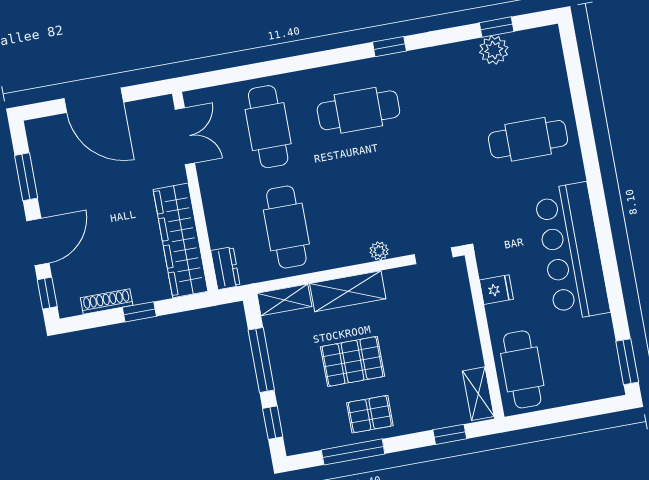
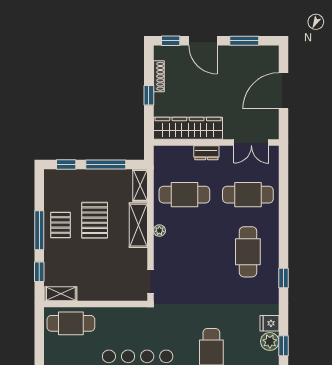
plant: (379, 251) -> (159, 231), moved
dresser: (225, 268) -> (206, 153), moved
fridge: (496, 290) -> (269, 323), moved, turned 90
window: (353, 452) -> (39, 230), moved

